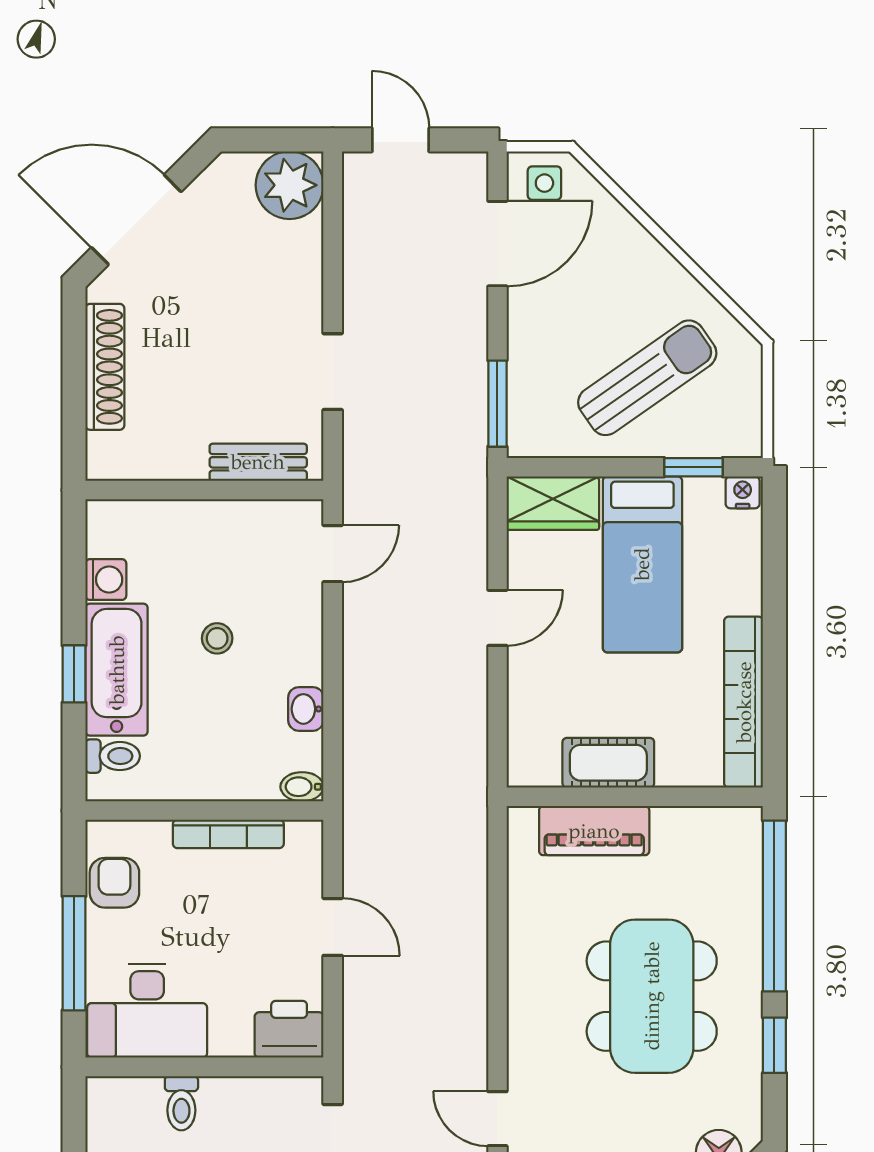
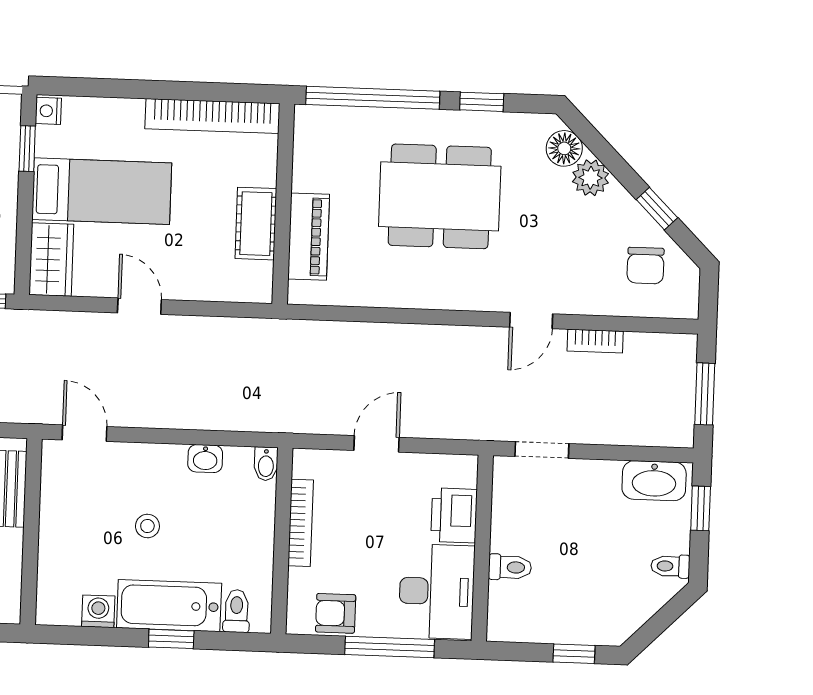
printer: (289, 1029) -> (454, 515), moved

